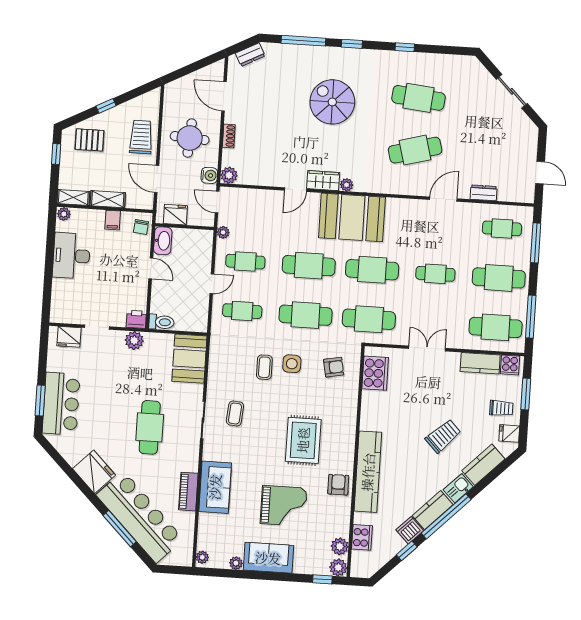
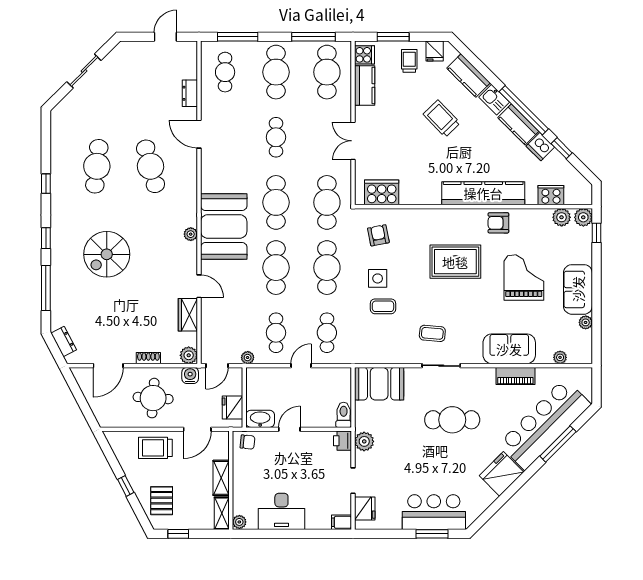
wardrobe: (323, 181) -> (188, 315), moved
filing cabinet: (113, 220) -> (342, 522), moved, turned 180
door: (212, 284) -> (301, 366), hinge flipped
plant: (202, 557) -> (560, 357), moved

